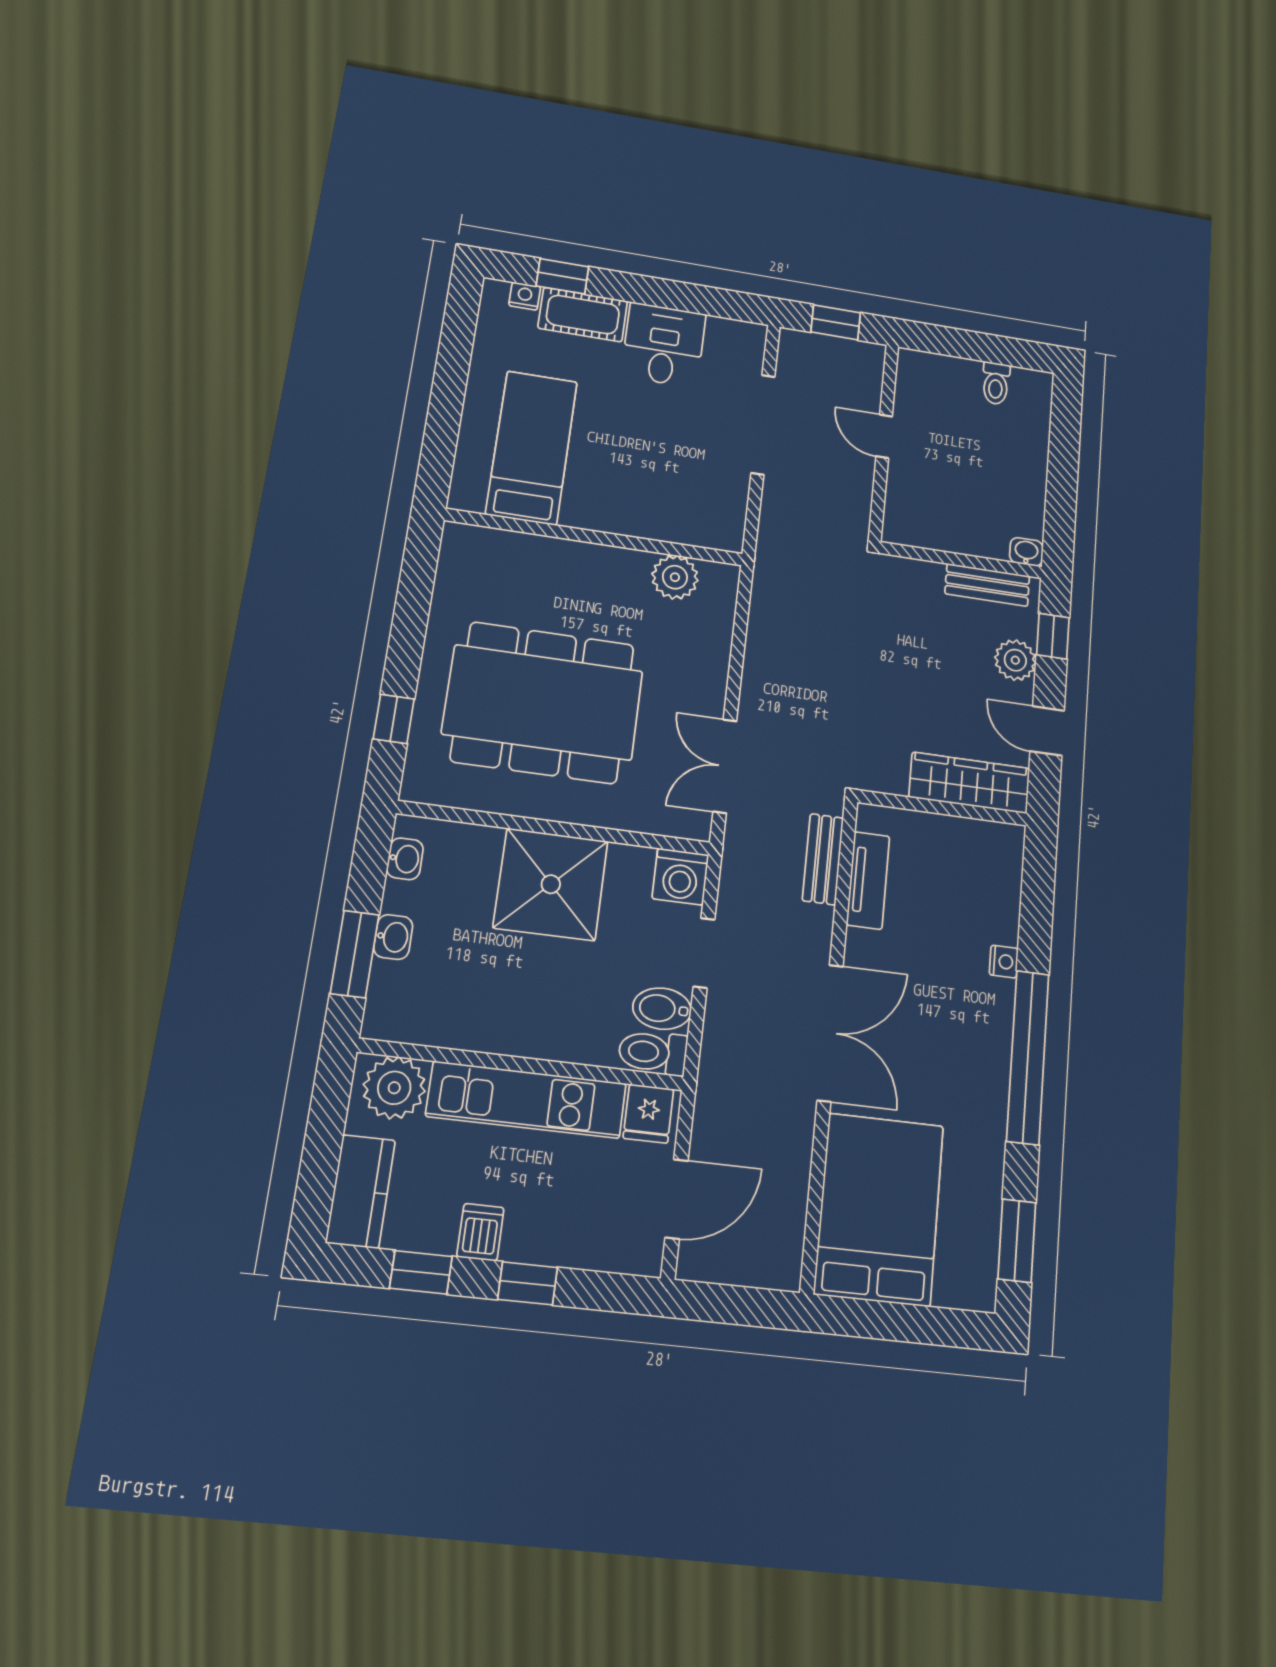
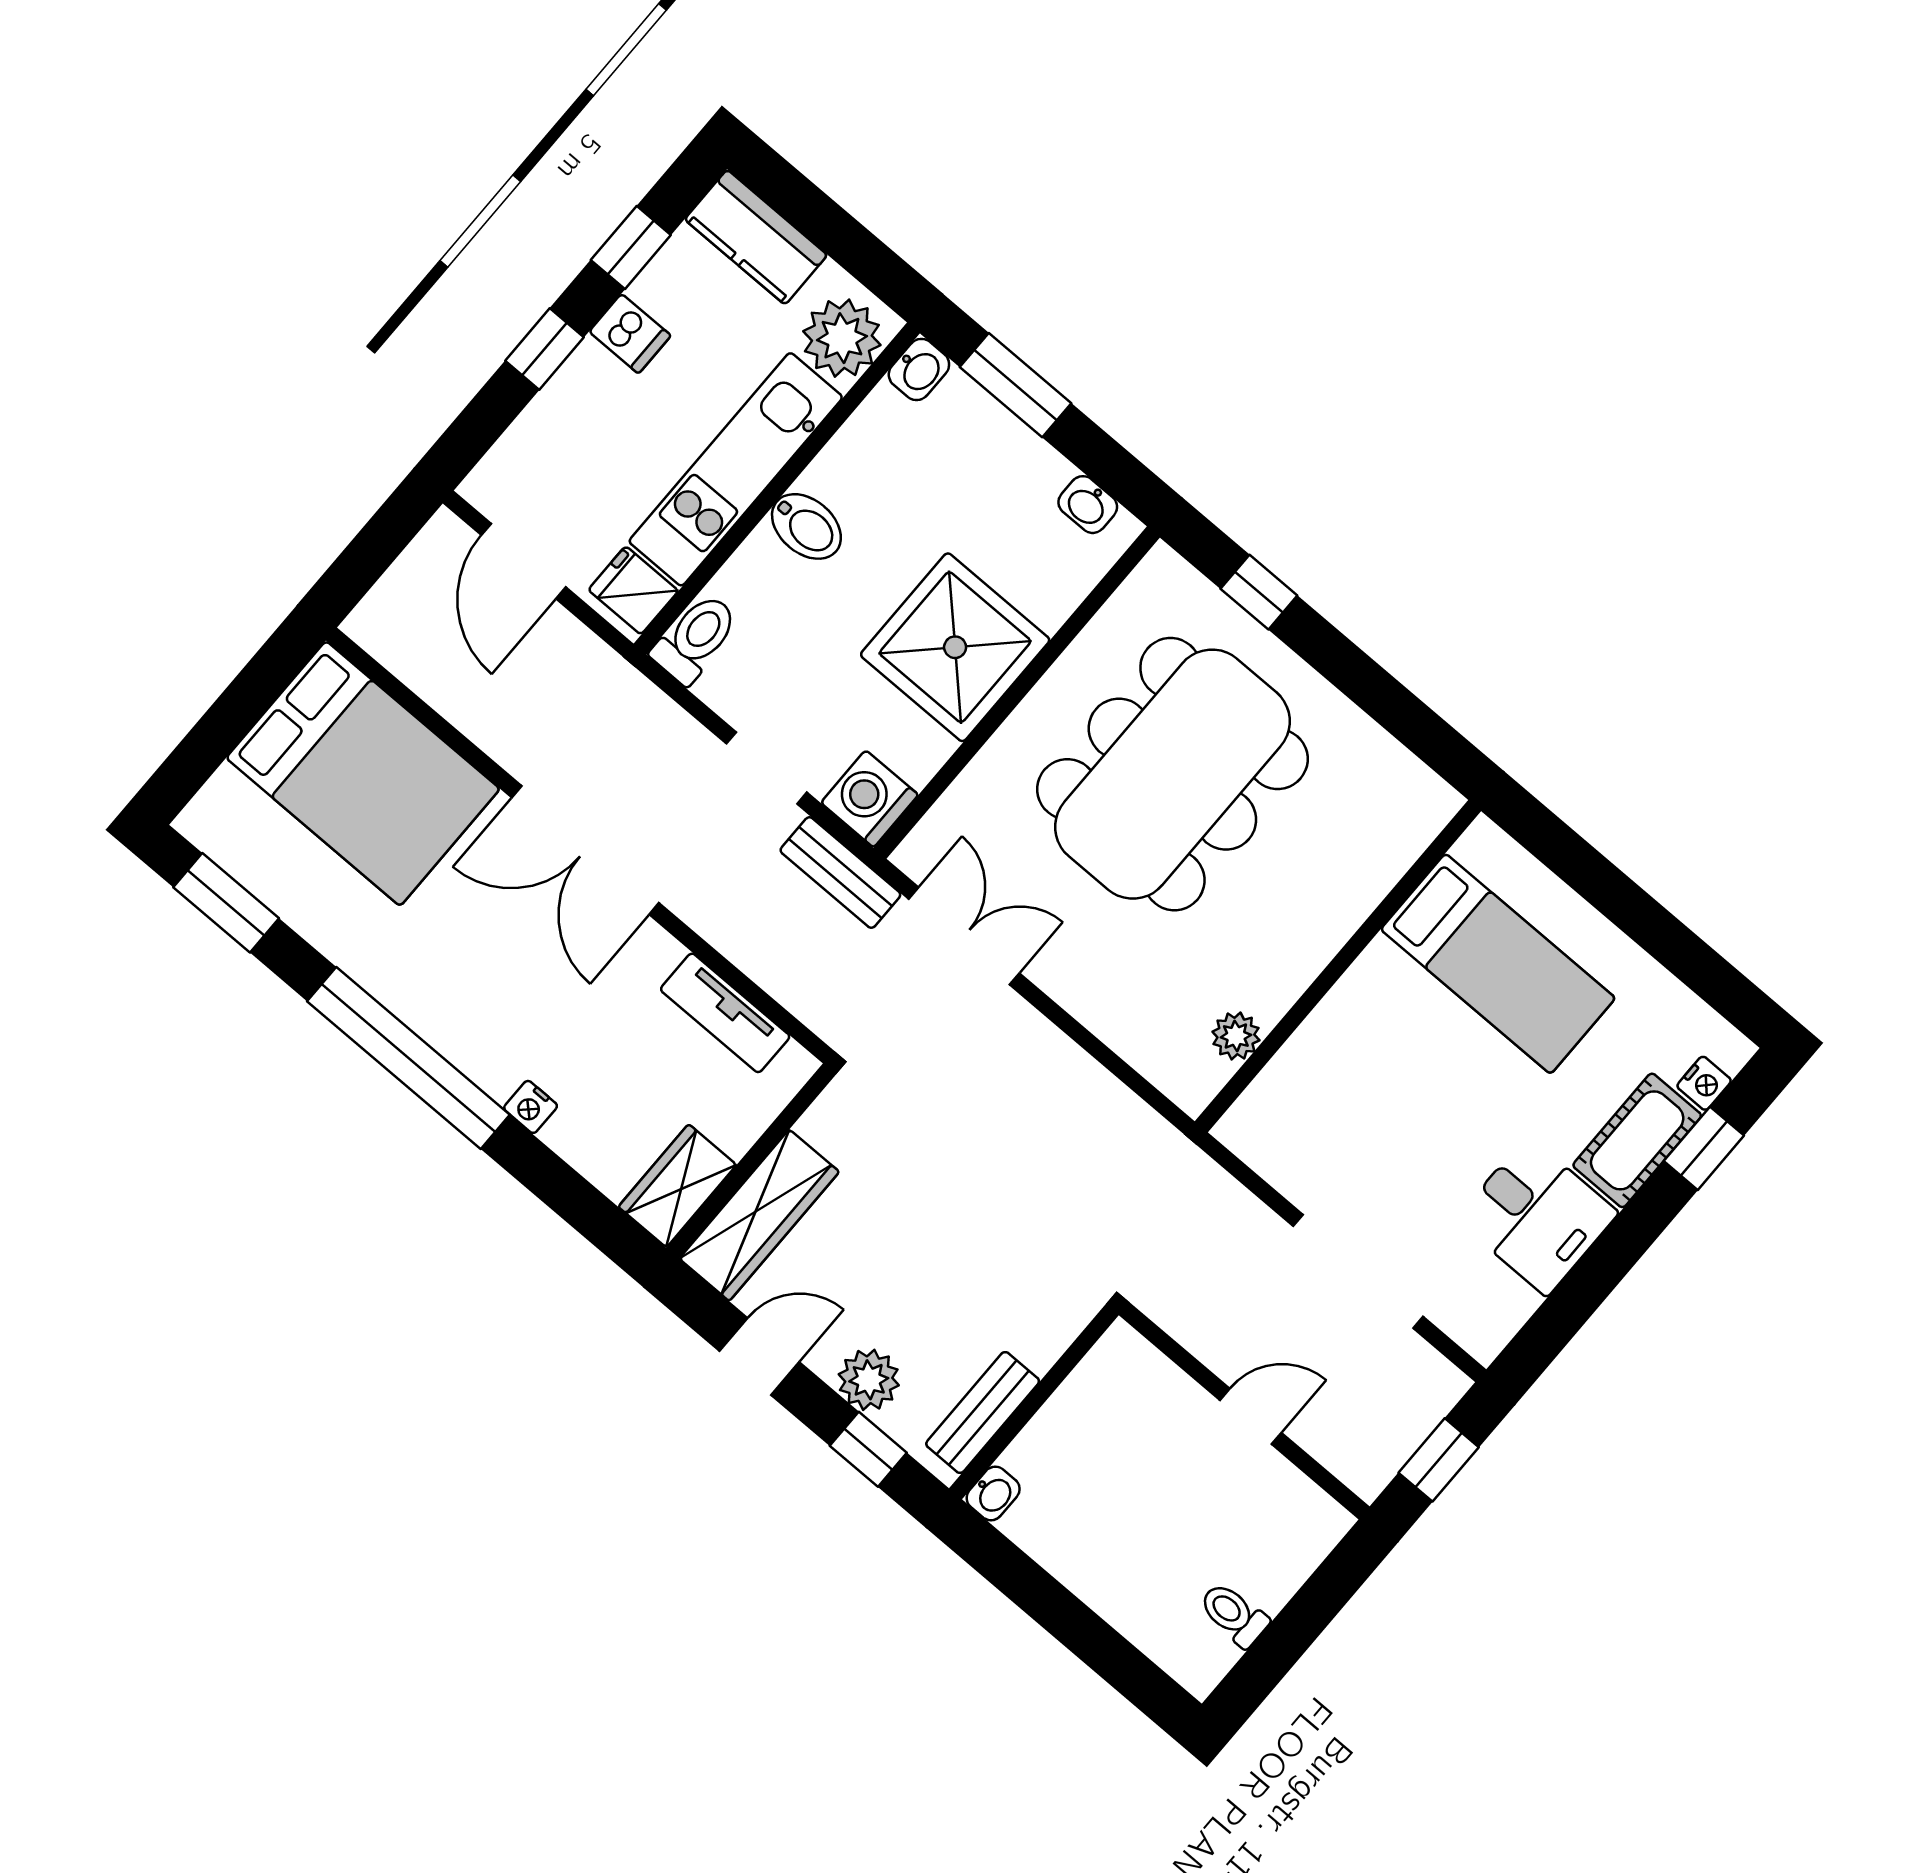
plant: (675, 577) -> (1236, 1036), width x0.73, depth x0.73
wardrobe: (987, 842) -> (677, 1186), added
bench: (823, 859) -> (840, 872), moved
washbasin: (393, 937) -> (919, 370), moved, turned -90
bidet: (662, 1009) -> (806, 526), moved, turned 90

